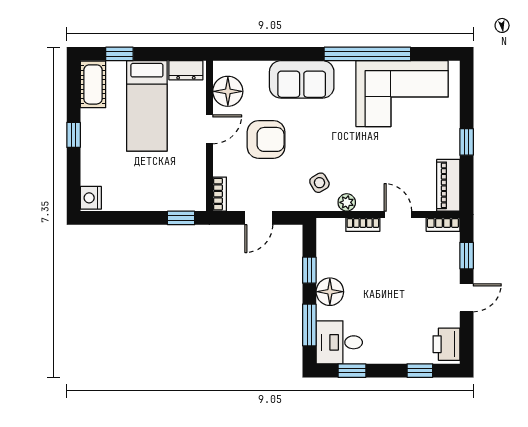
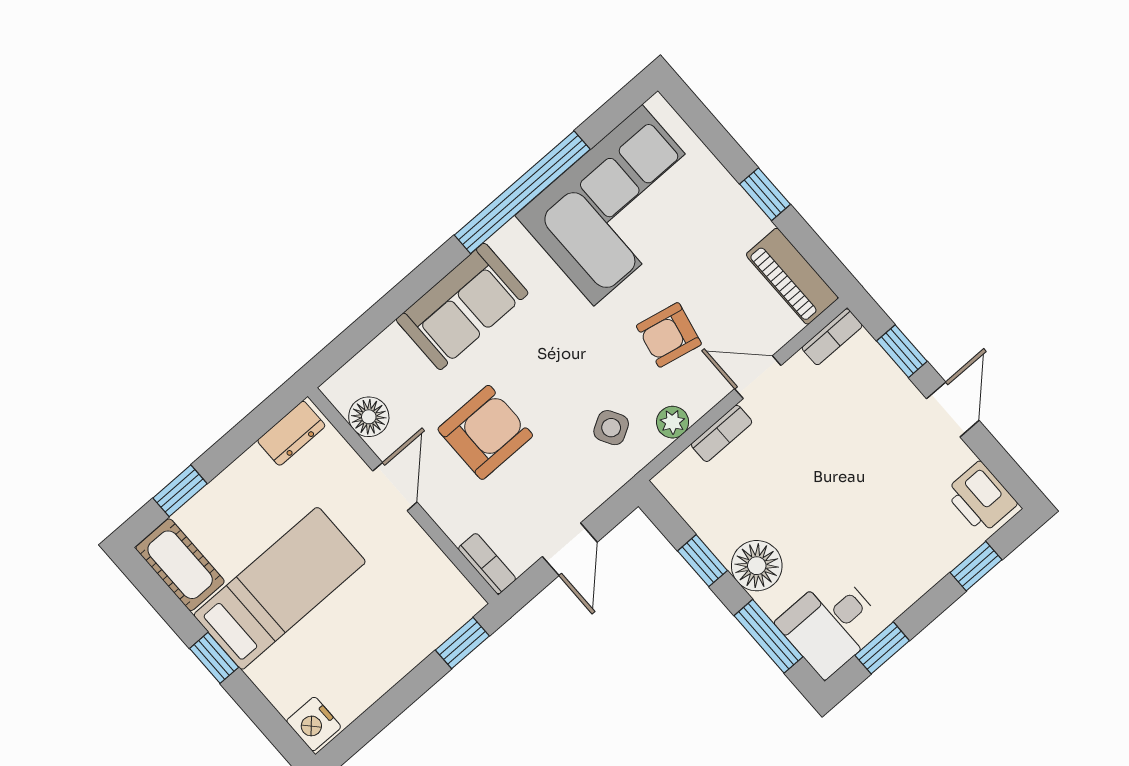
floor lamp: (228, 91) -> (369, 417), width x0.73, depth x0.73
bed: (147, 106) -> (280, 588), moved, turned -90
armchair: (377, 165) -> (669, 335), added

